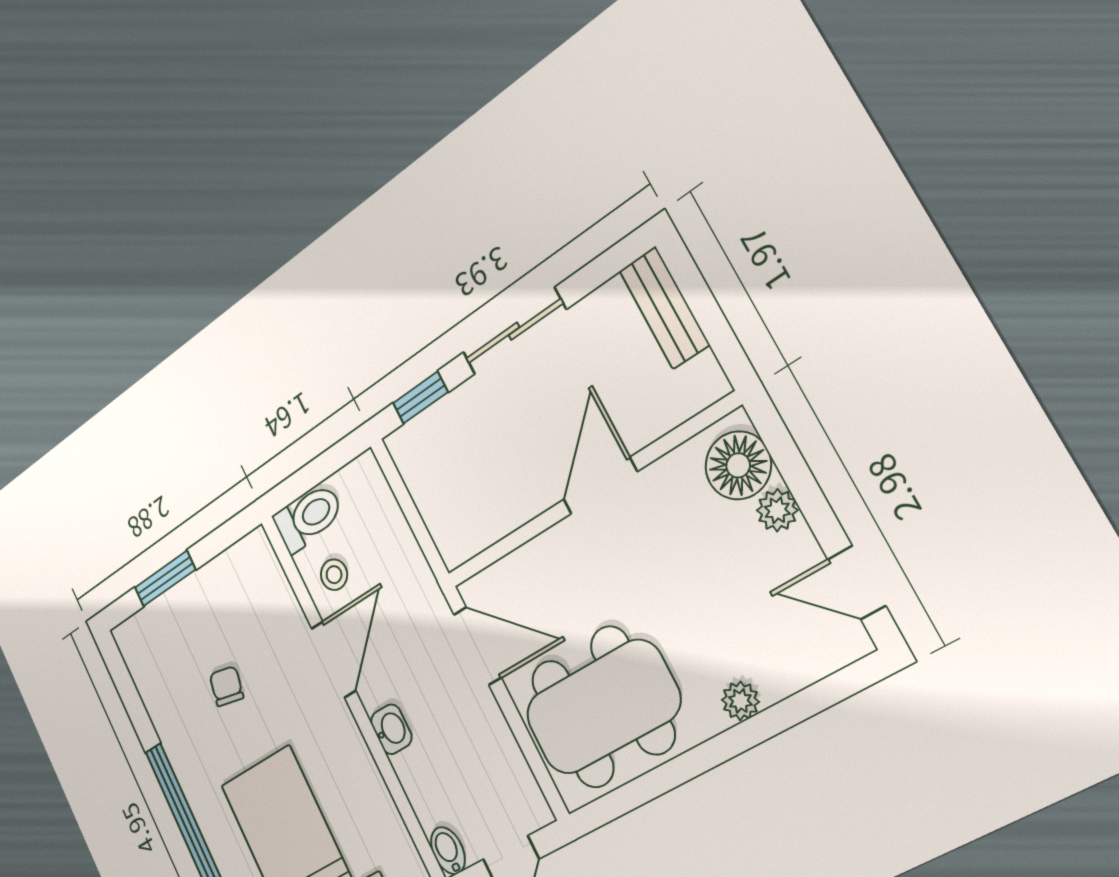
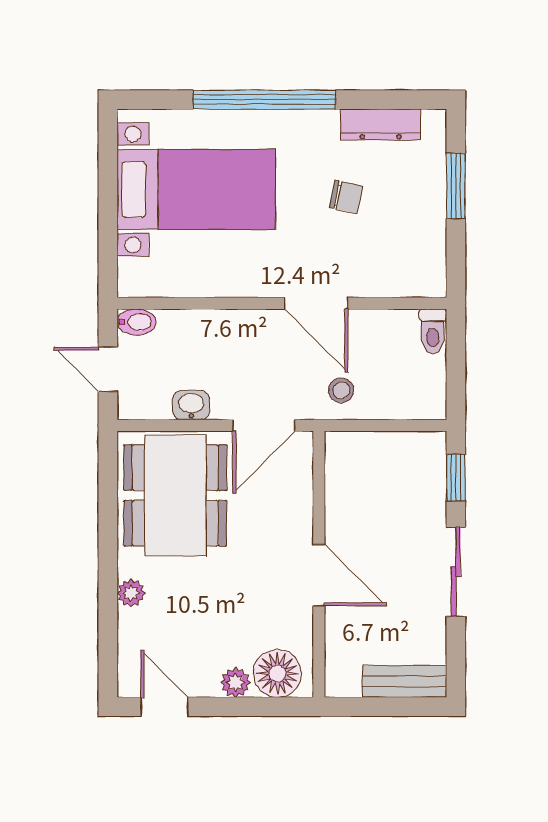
toilet: (308, 517) -> (433, 331), width x0.73, depth x0.72
stool: (334, 575) -> (341, 390), moved
door: (857, 582) -> (164, 707), hinge flipped
dresser: (152, 689) -> (381, 125), added
washbasin: (391, 729) -> (191, 405), moved, turned 180

